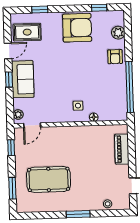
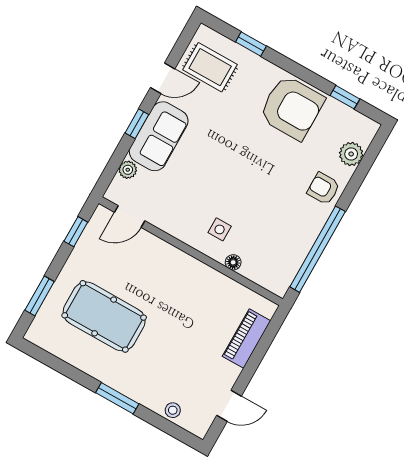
armchair: (115, 57) -> (323, 188), turned 90
plant: (18, 115) -> (128, 170), moved

